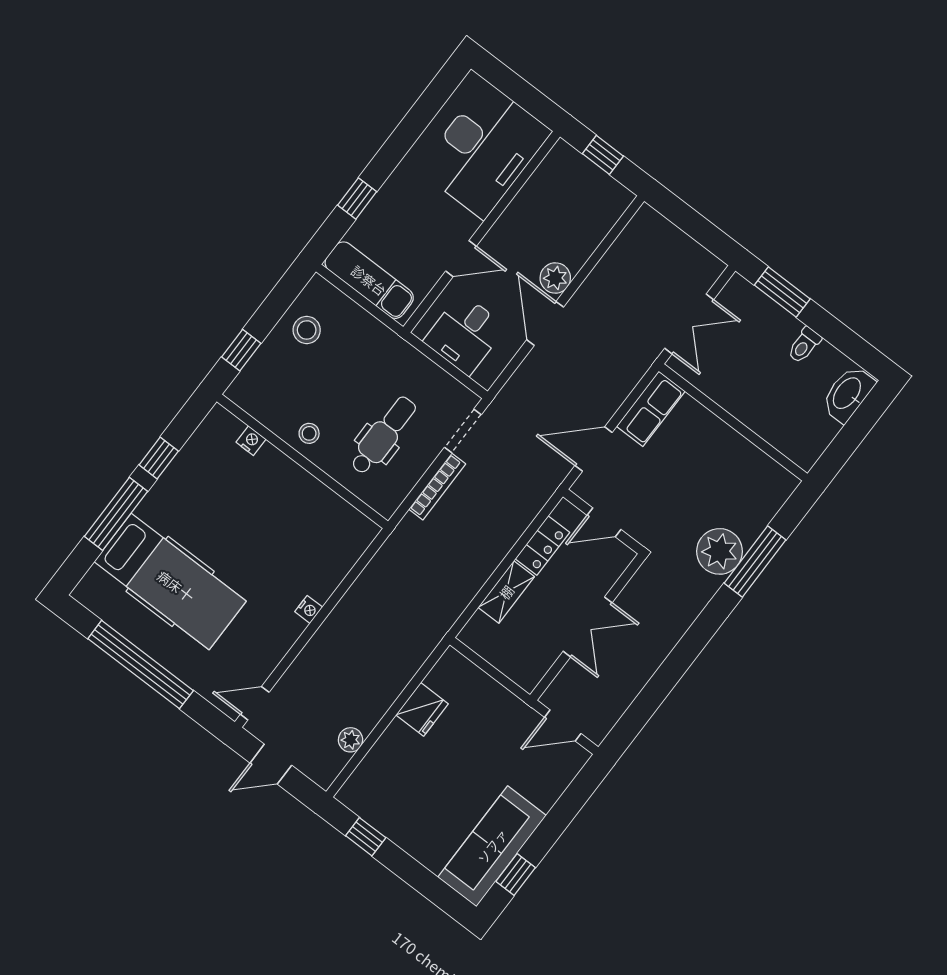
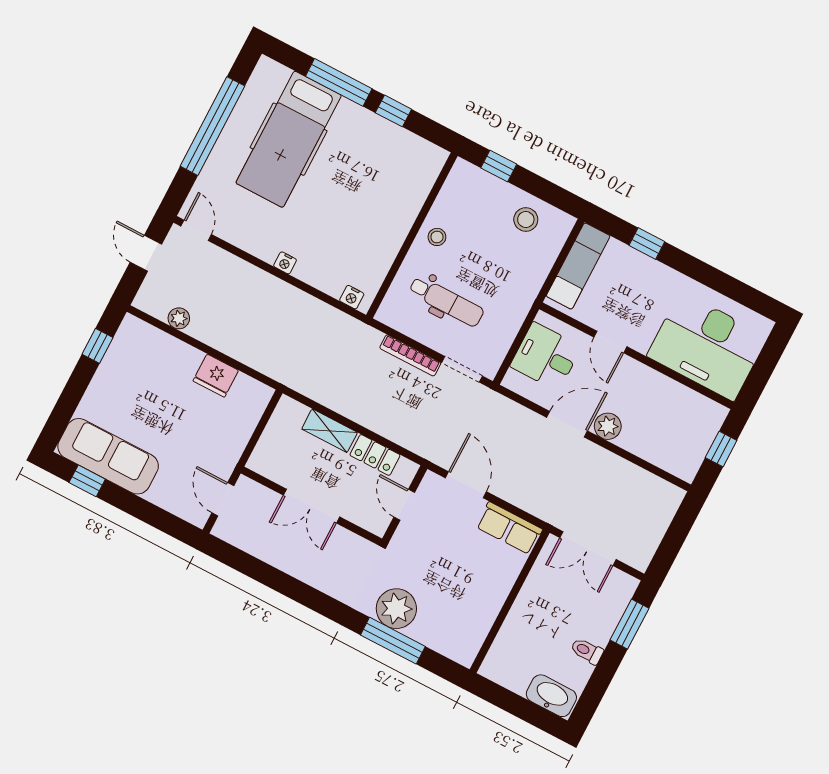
nightstand: (251, 441) -> (352, 297), moved, turned 90

